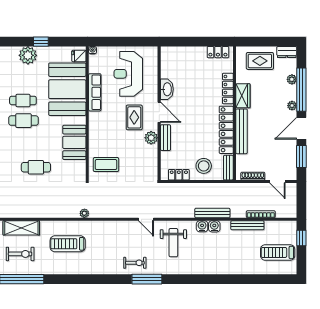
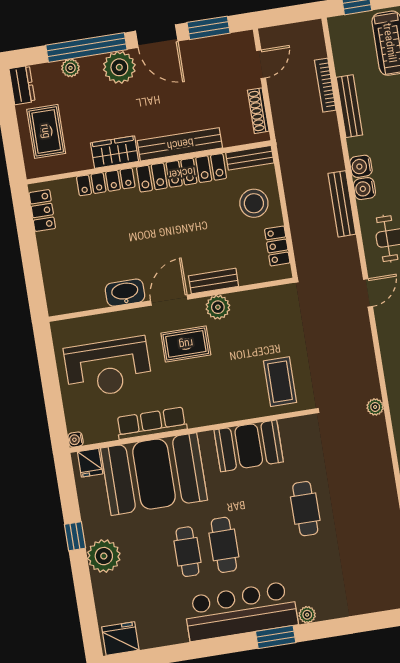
plant: (292, 106) -> (119, 67), width x1.87, depth x1.87
bench: (212, 213) -> (342, 204), moved

